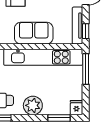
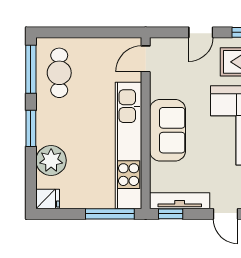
plant: (33, 105) -> (51, 160), moved
window: (59, 118) -> (31, 128), moved

